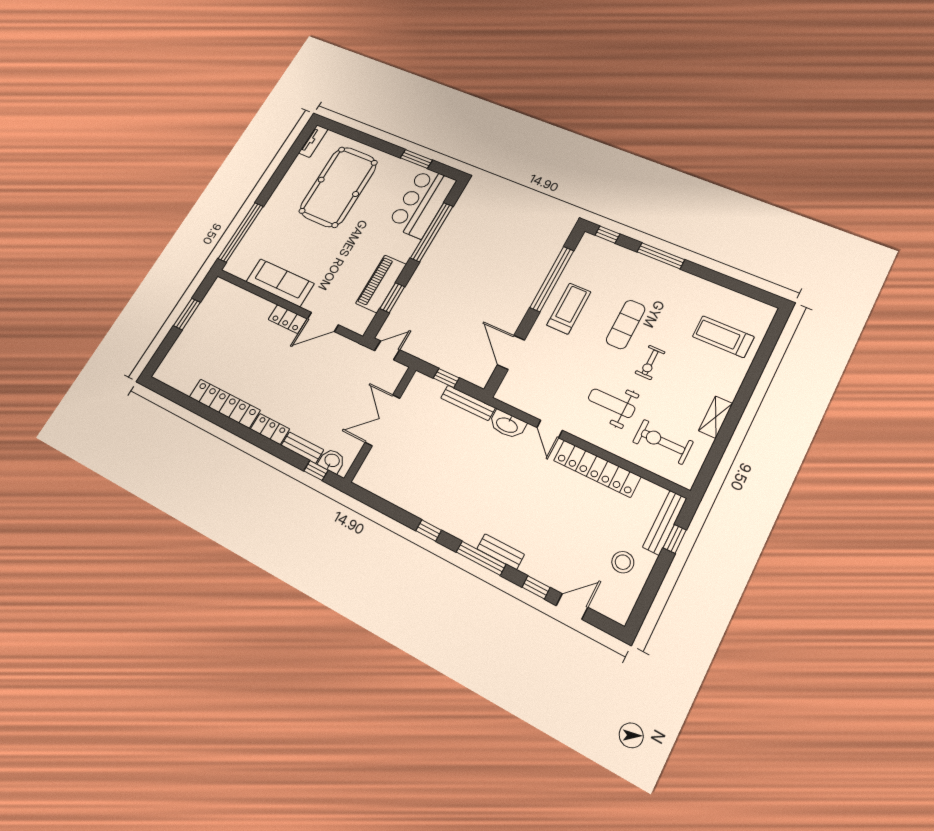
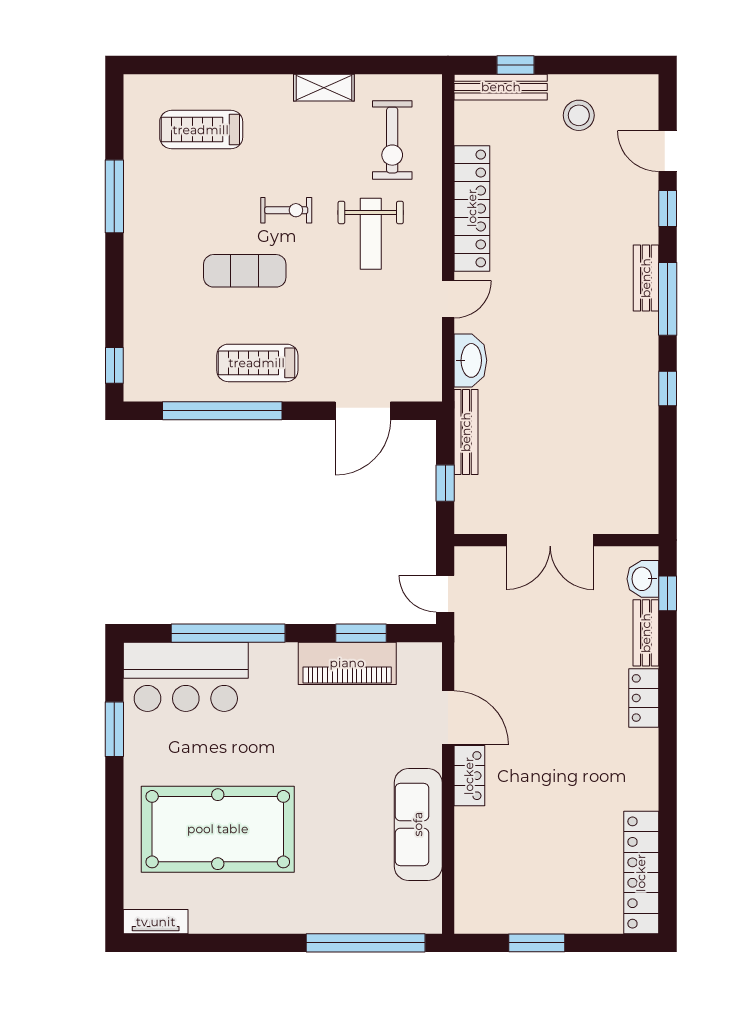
window: (661, 256) -> (114, 196), moved
treadmill: (723, 337) -> (201, 130), turned 90
locker: (224, 403) -> (641, 873), moved

